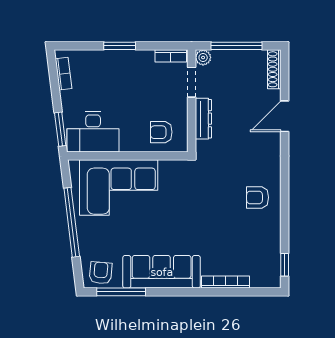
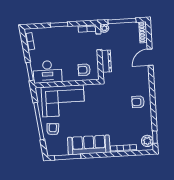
plant: (270, 271) -> (147, 141), added
armchair: (101, 273) -> (53, 129), moved

